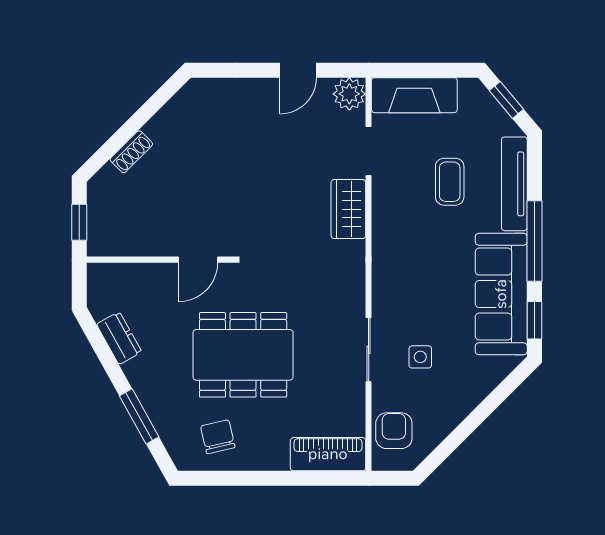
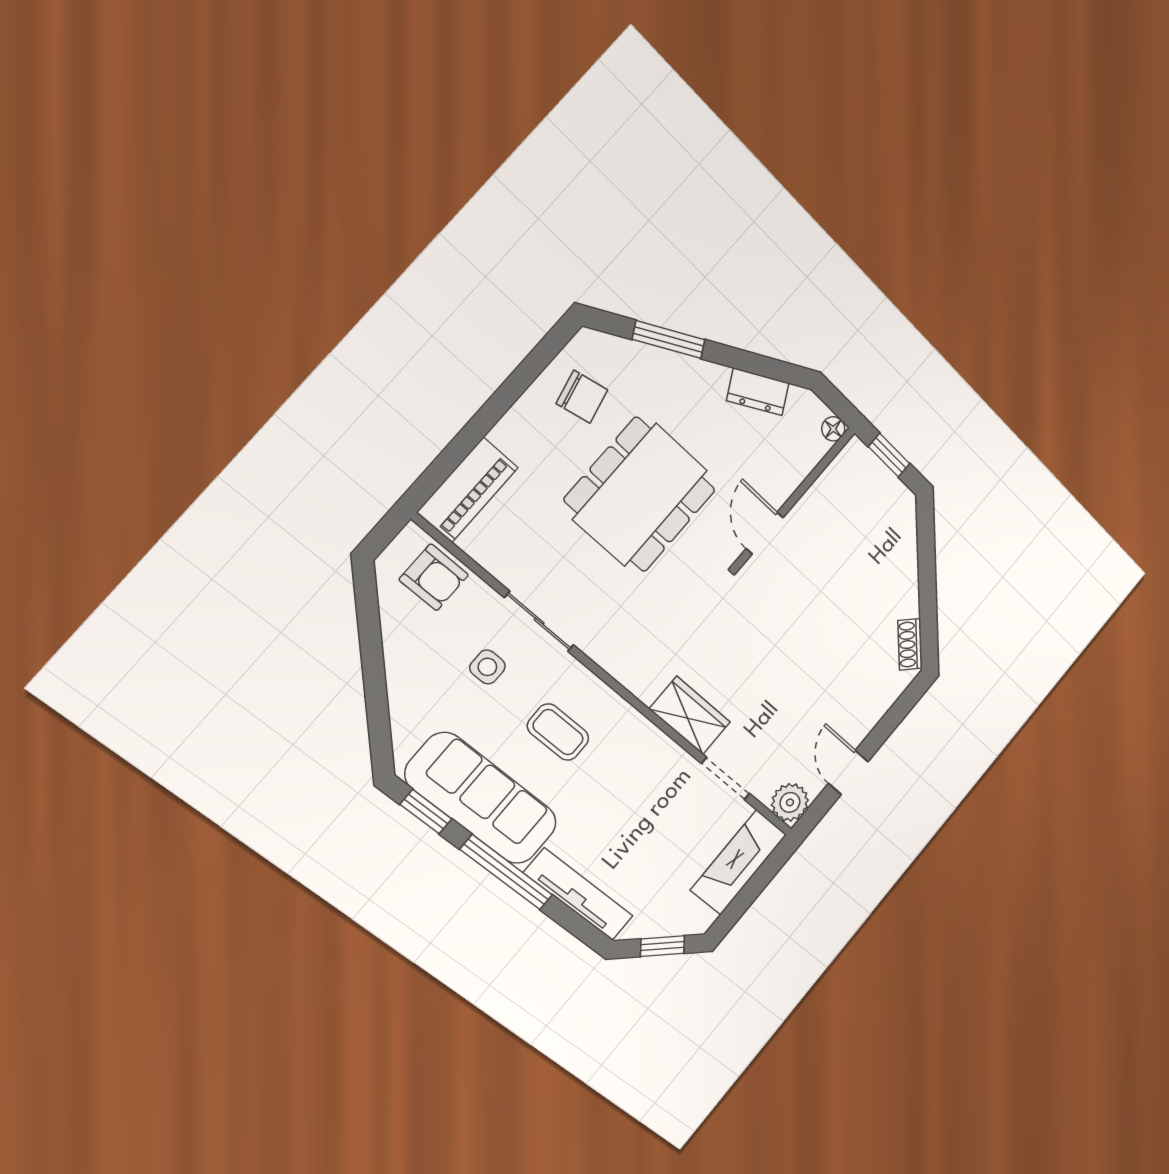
shoe rack: (131, 152) -> (910, 644), moved
coffee table: (450, 182) -> (558, 732), moved
floor lamp: (97, 272) -> (833, 429), added

